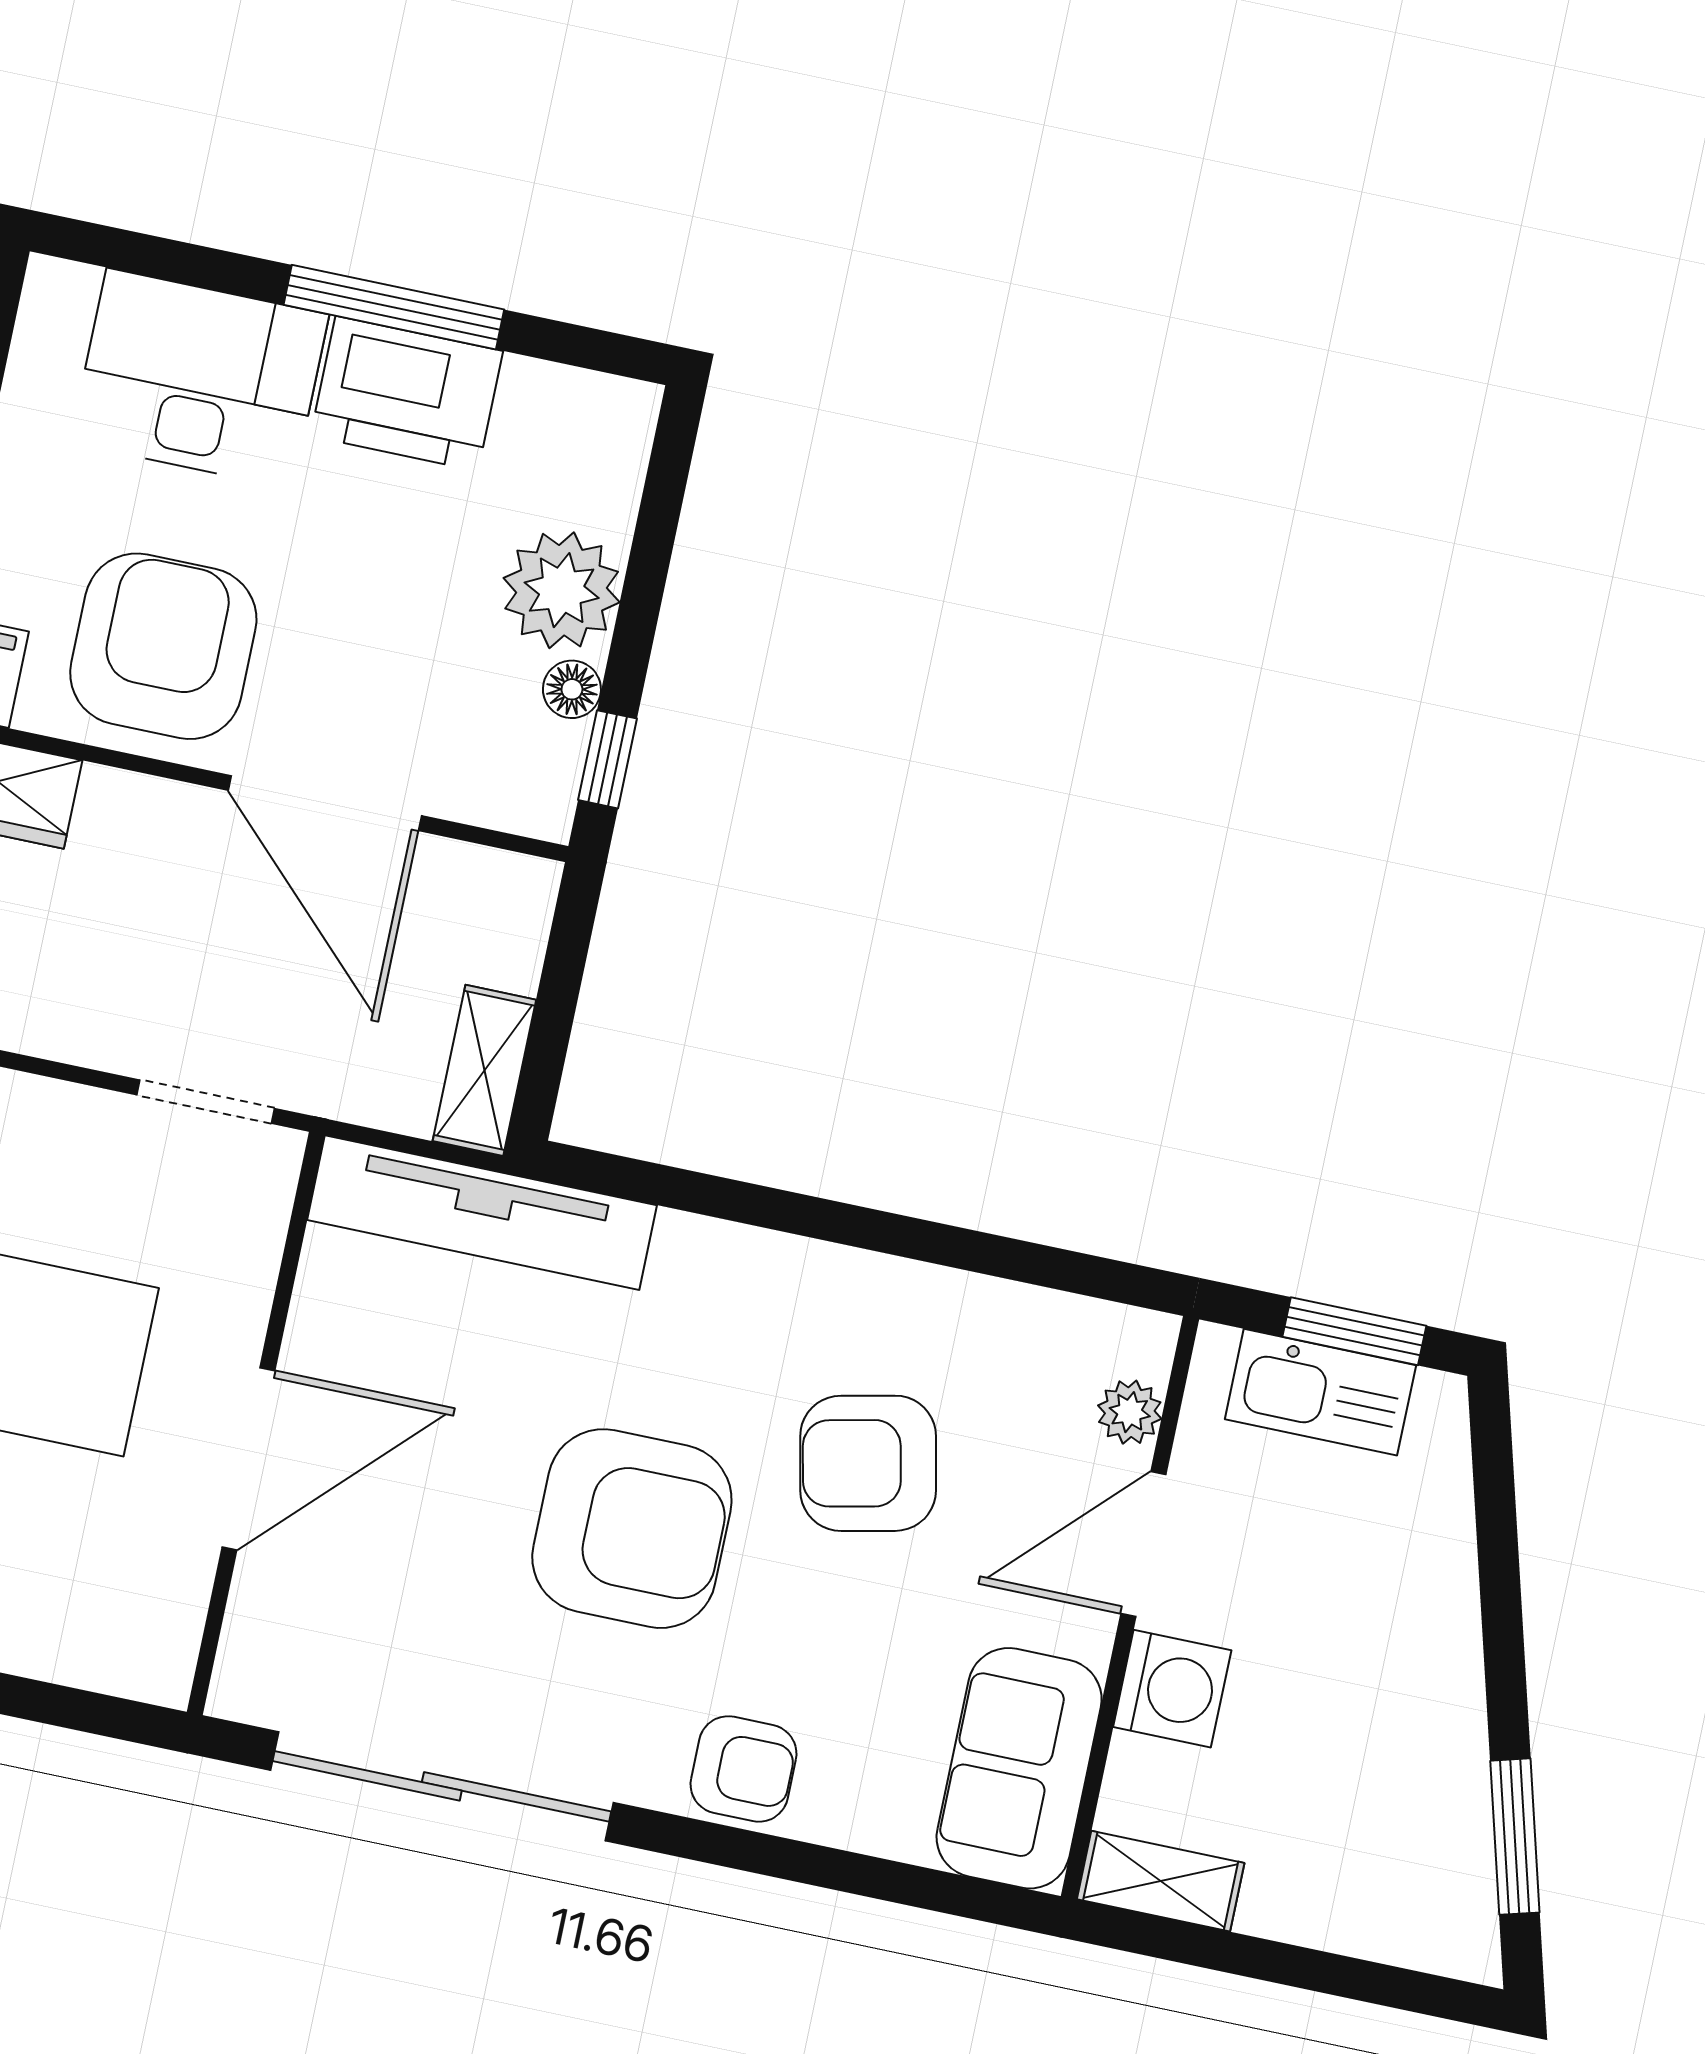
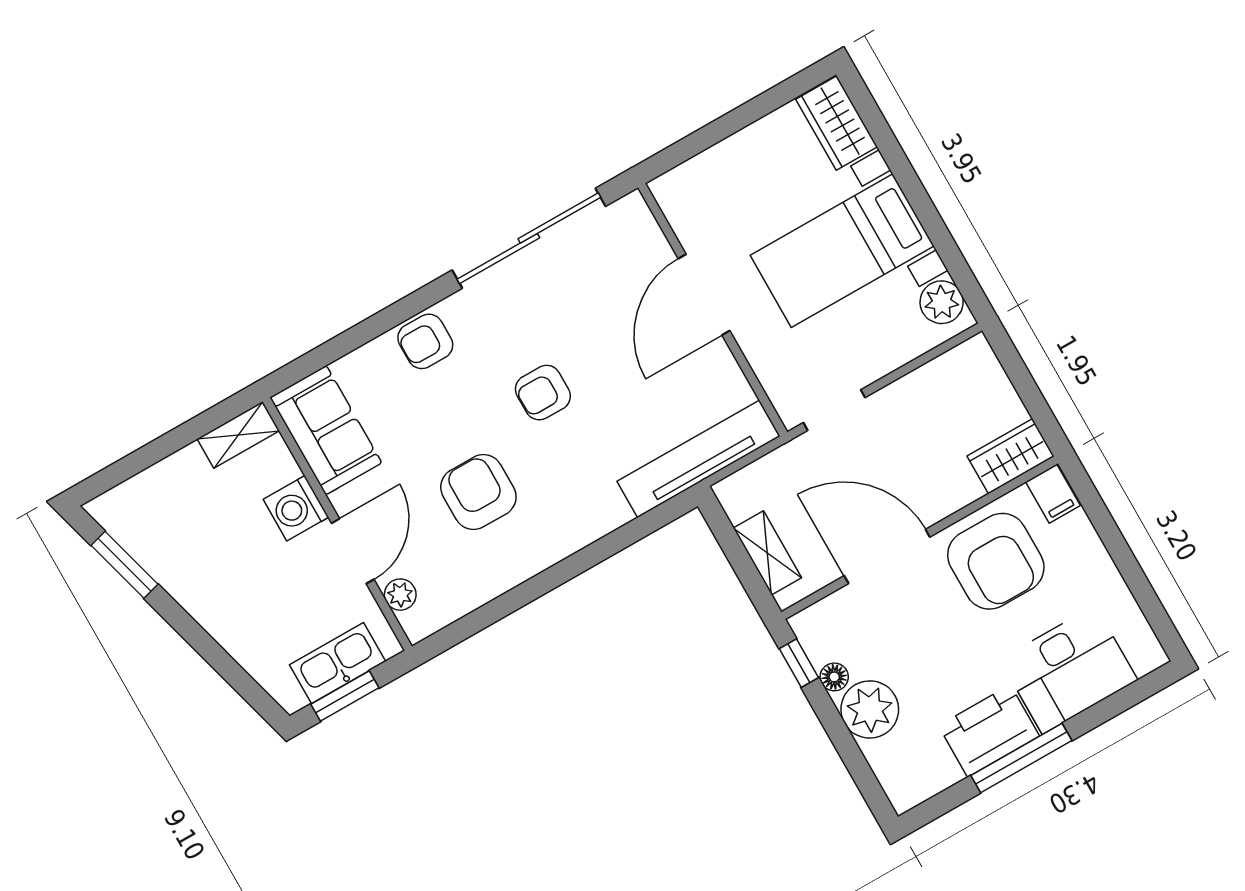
shelving: (484, 1070) -> (767, 553), moved
armchair: (868, 1463) -> (478, 492), turned -78
armchair: (632, 1529) -> (543, 393), width x0.53, depth x0.53

